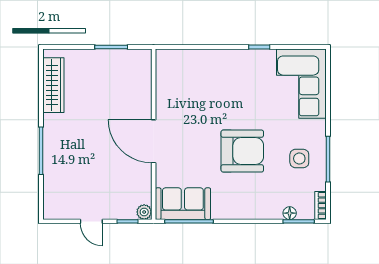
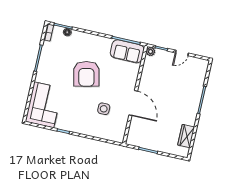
wardrobe: (53, 85) -> (186, 136), width x0.67
door: (154, 141) -> (133, 103), moved
armchair: (242, 151) -> (86, 74), turned -103
side table: (299, 159) -> (104, 109), moved
door: (91, 221) -> (182, 53), swing flipped

